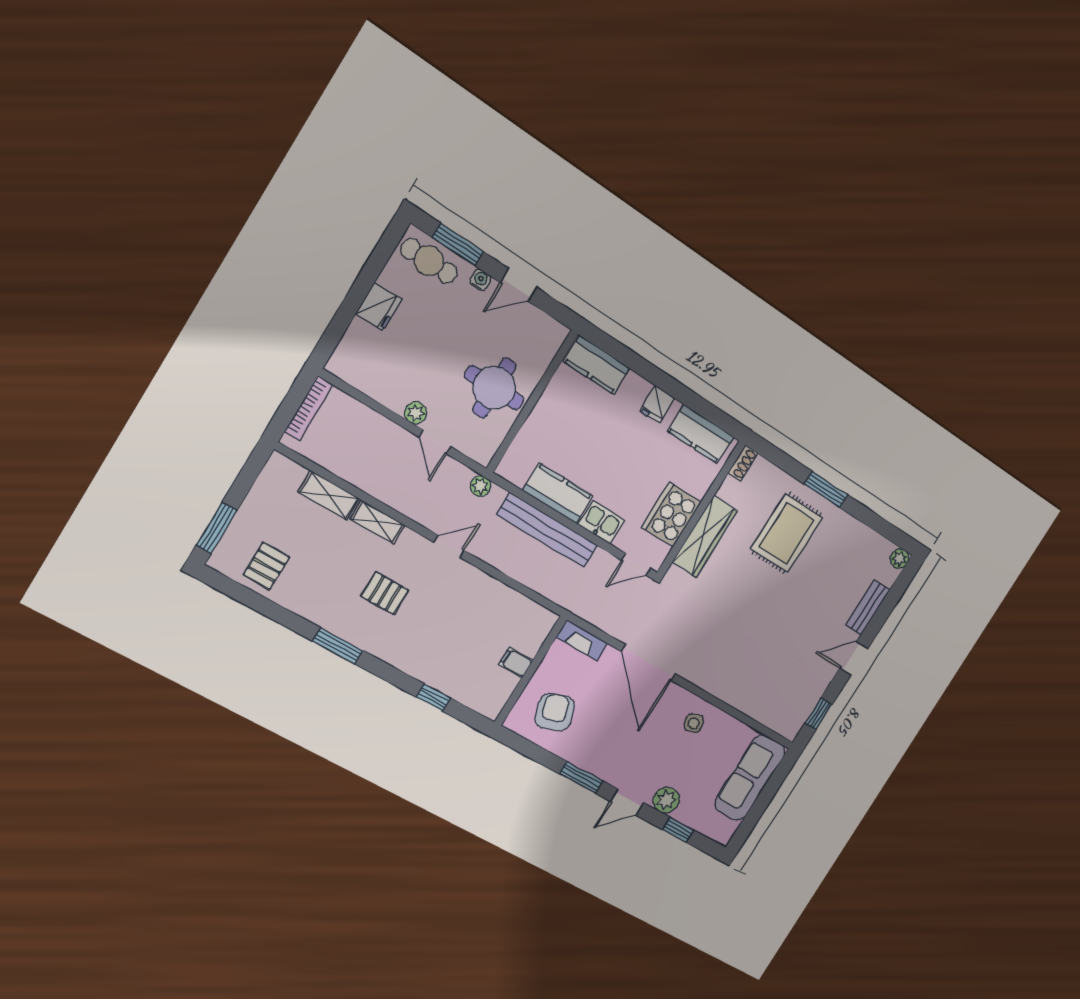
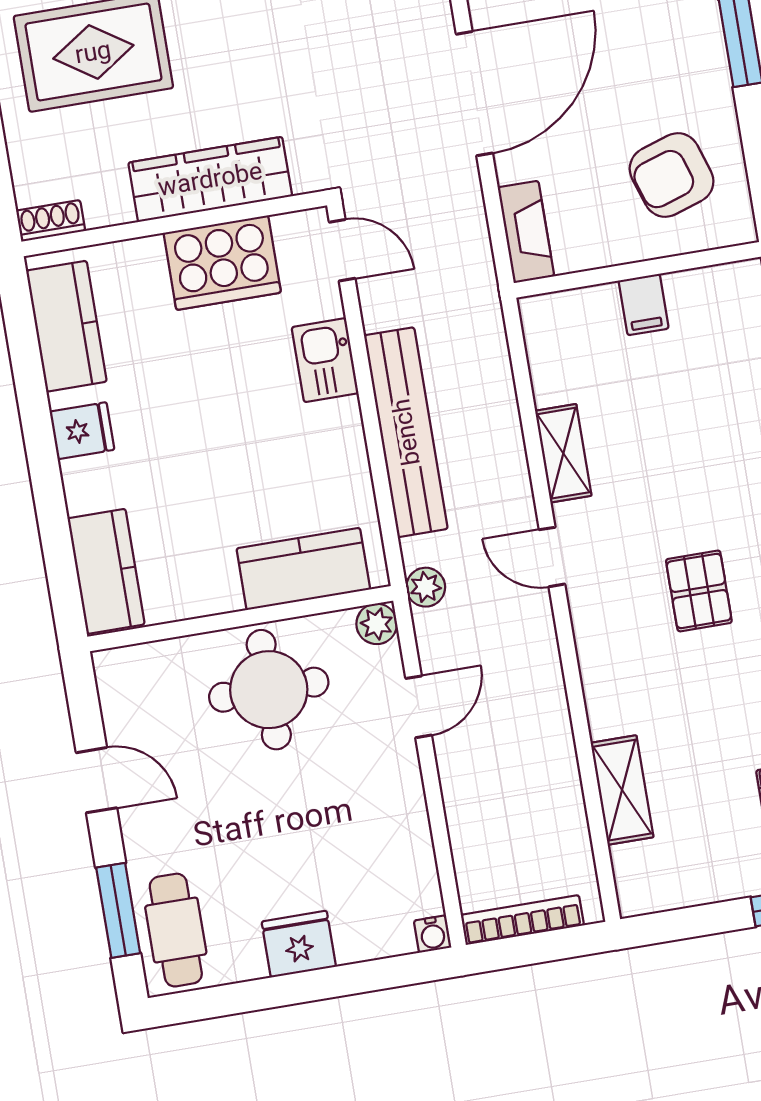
water cooler: (480, 280) -> (433, 934), moved, turned -90
plant: (416, 413) -> (377, 624), moved
kitchen counter: (558, 493) -> (303, 569), moved, turned 90
shelving: (378, 522) -> (563, 453), moved

